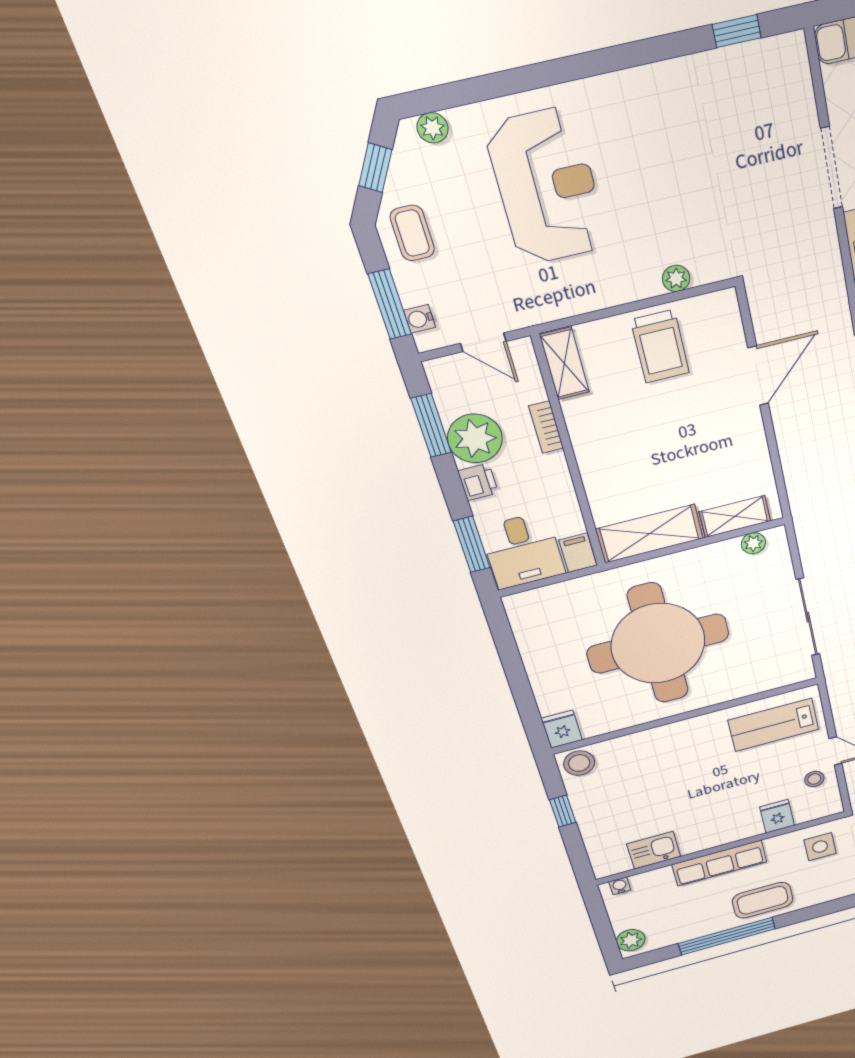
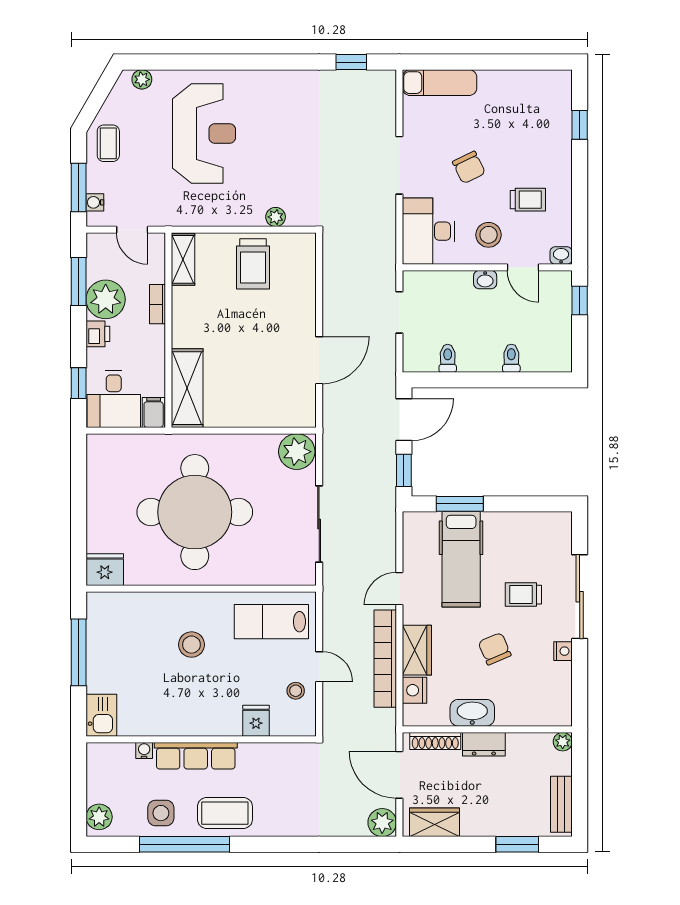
window: (375, 168) -> (98, 96), removed
door: (758, 376) -> (319, 360), moved
shelving: (735, 516) -> (279, 416), removed
shelving: (650, 534) -> (187, 388), moved, turned 90
plant: (753, 543) -> (297, 452), width x1.87, depth x1.87
window: (472, 544) -> (79, 383), width x0.67
fridge: (562, 729) -> (105, 570), width x1.38
stool: (579, 763) -> (192, 645), moved
window: (563, 811) -> (79, 652), width x2.17
side table: (820, 847) -> (161, 813), moved
kitchen sink: (654, 850) -> (101, 715), moved, turned 90
water cooler: (620, 886) -> (144, 751), moved

